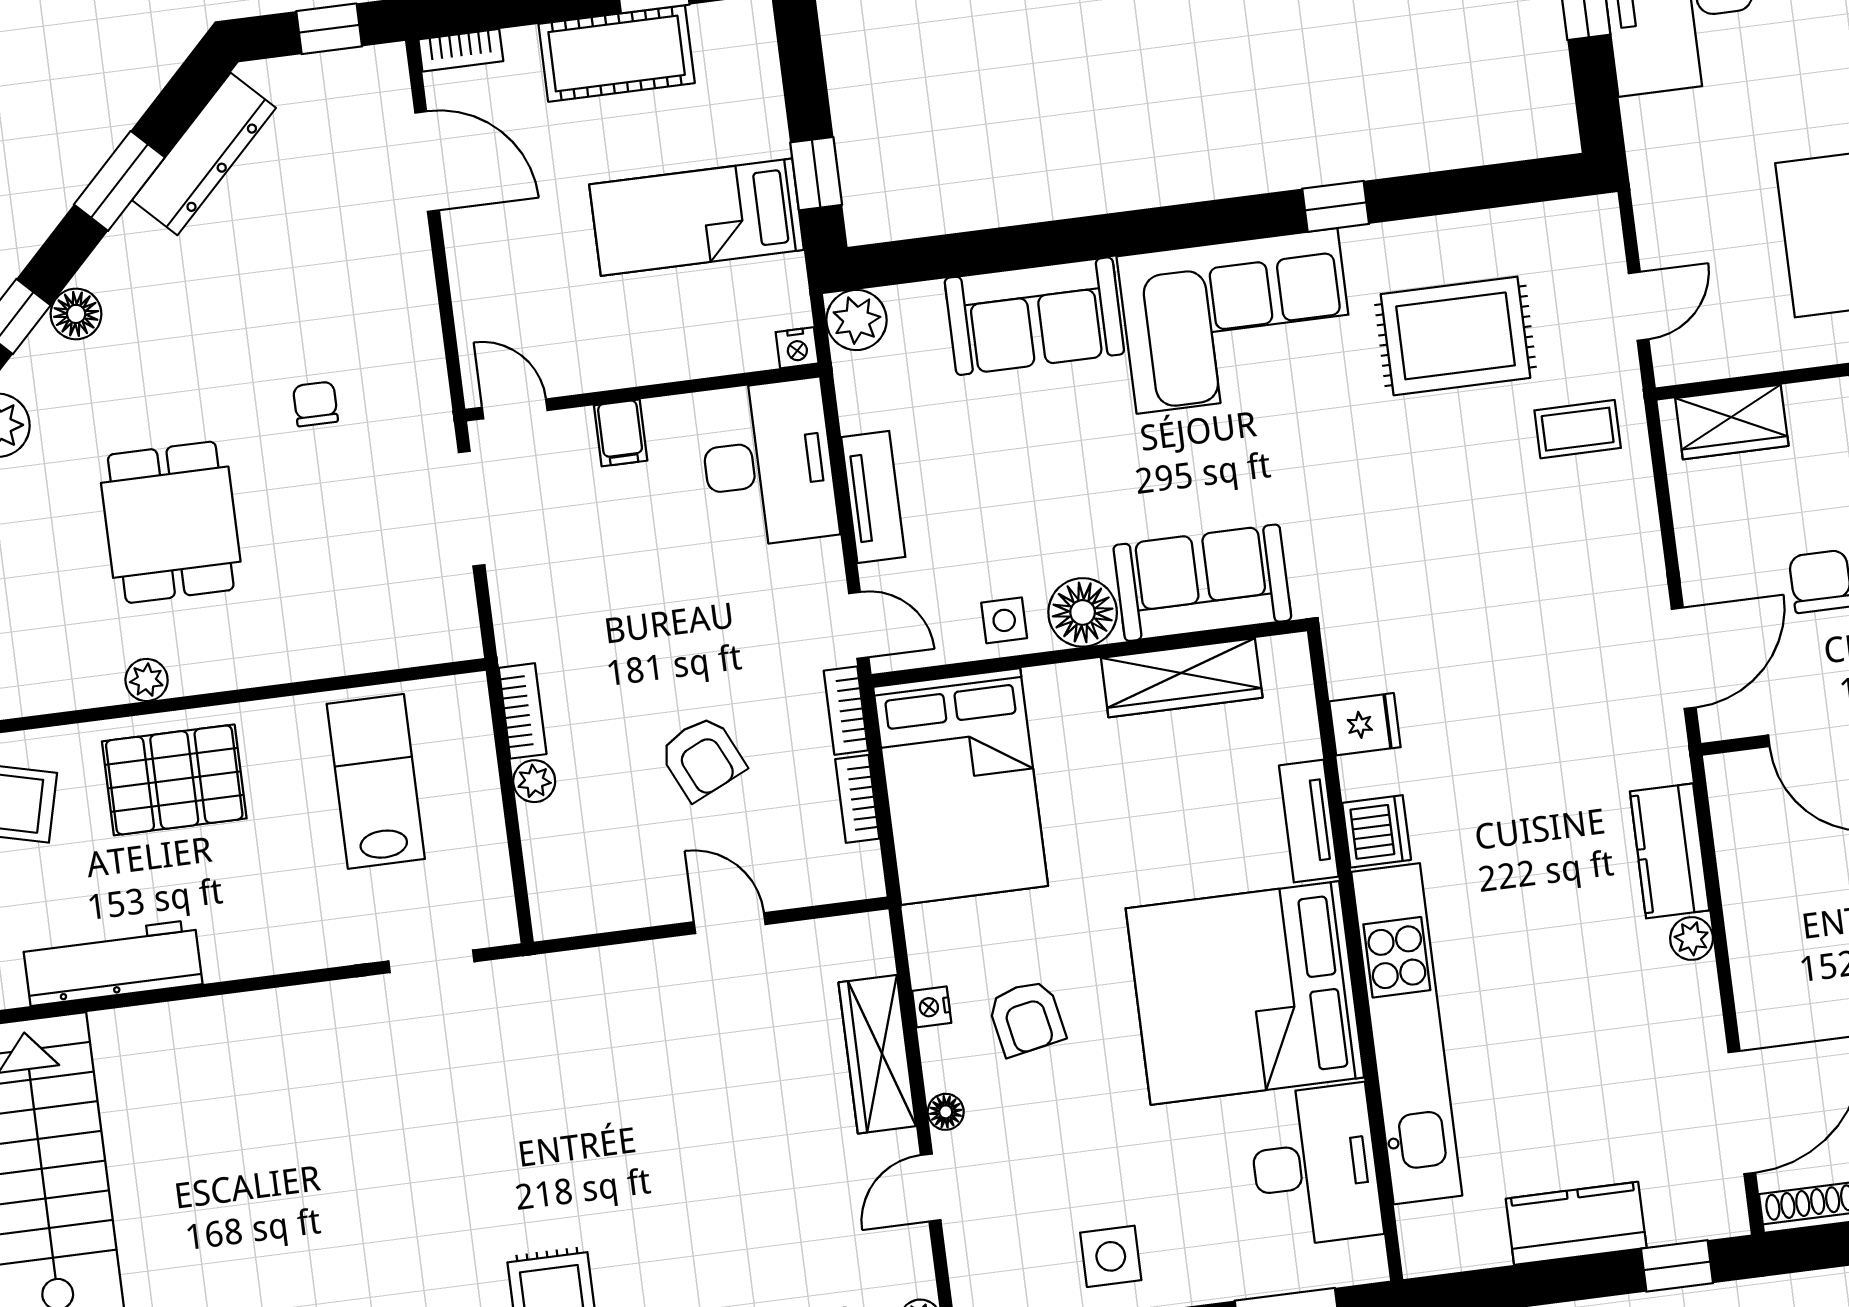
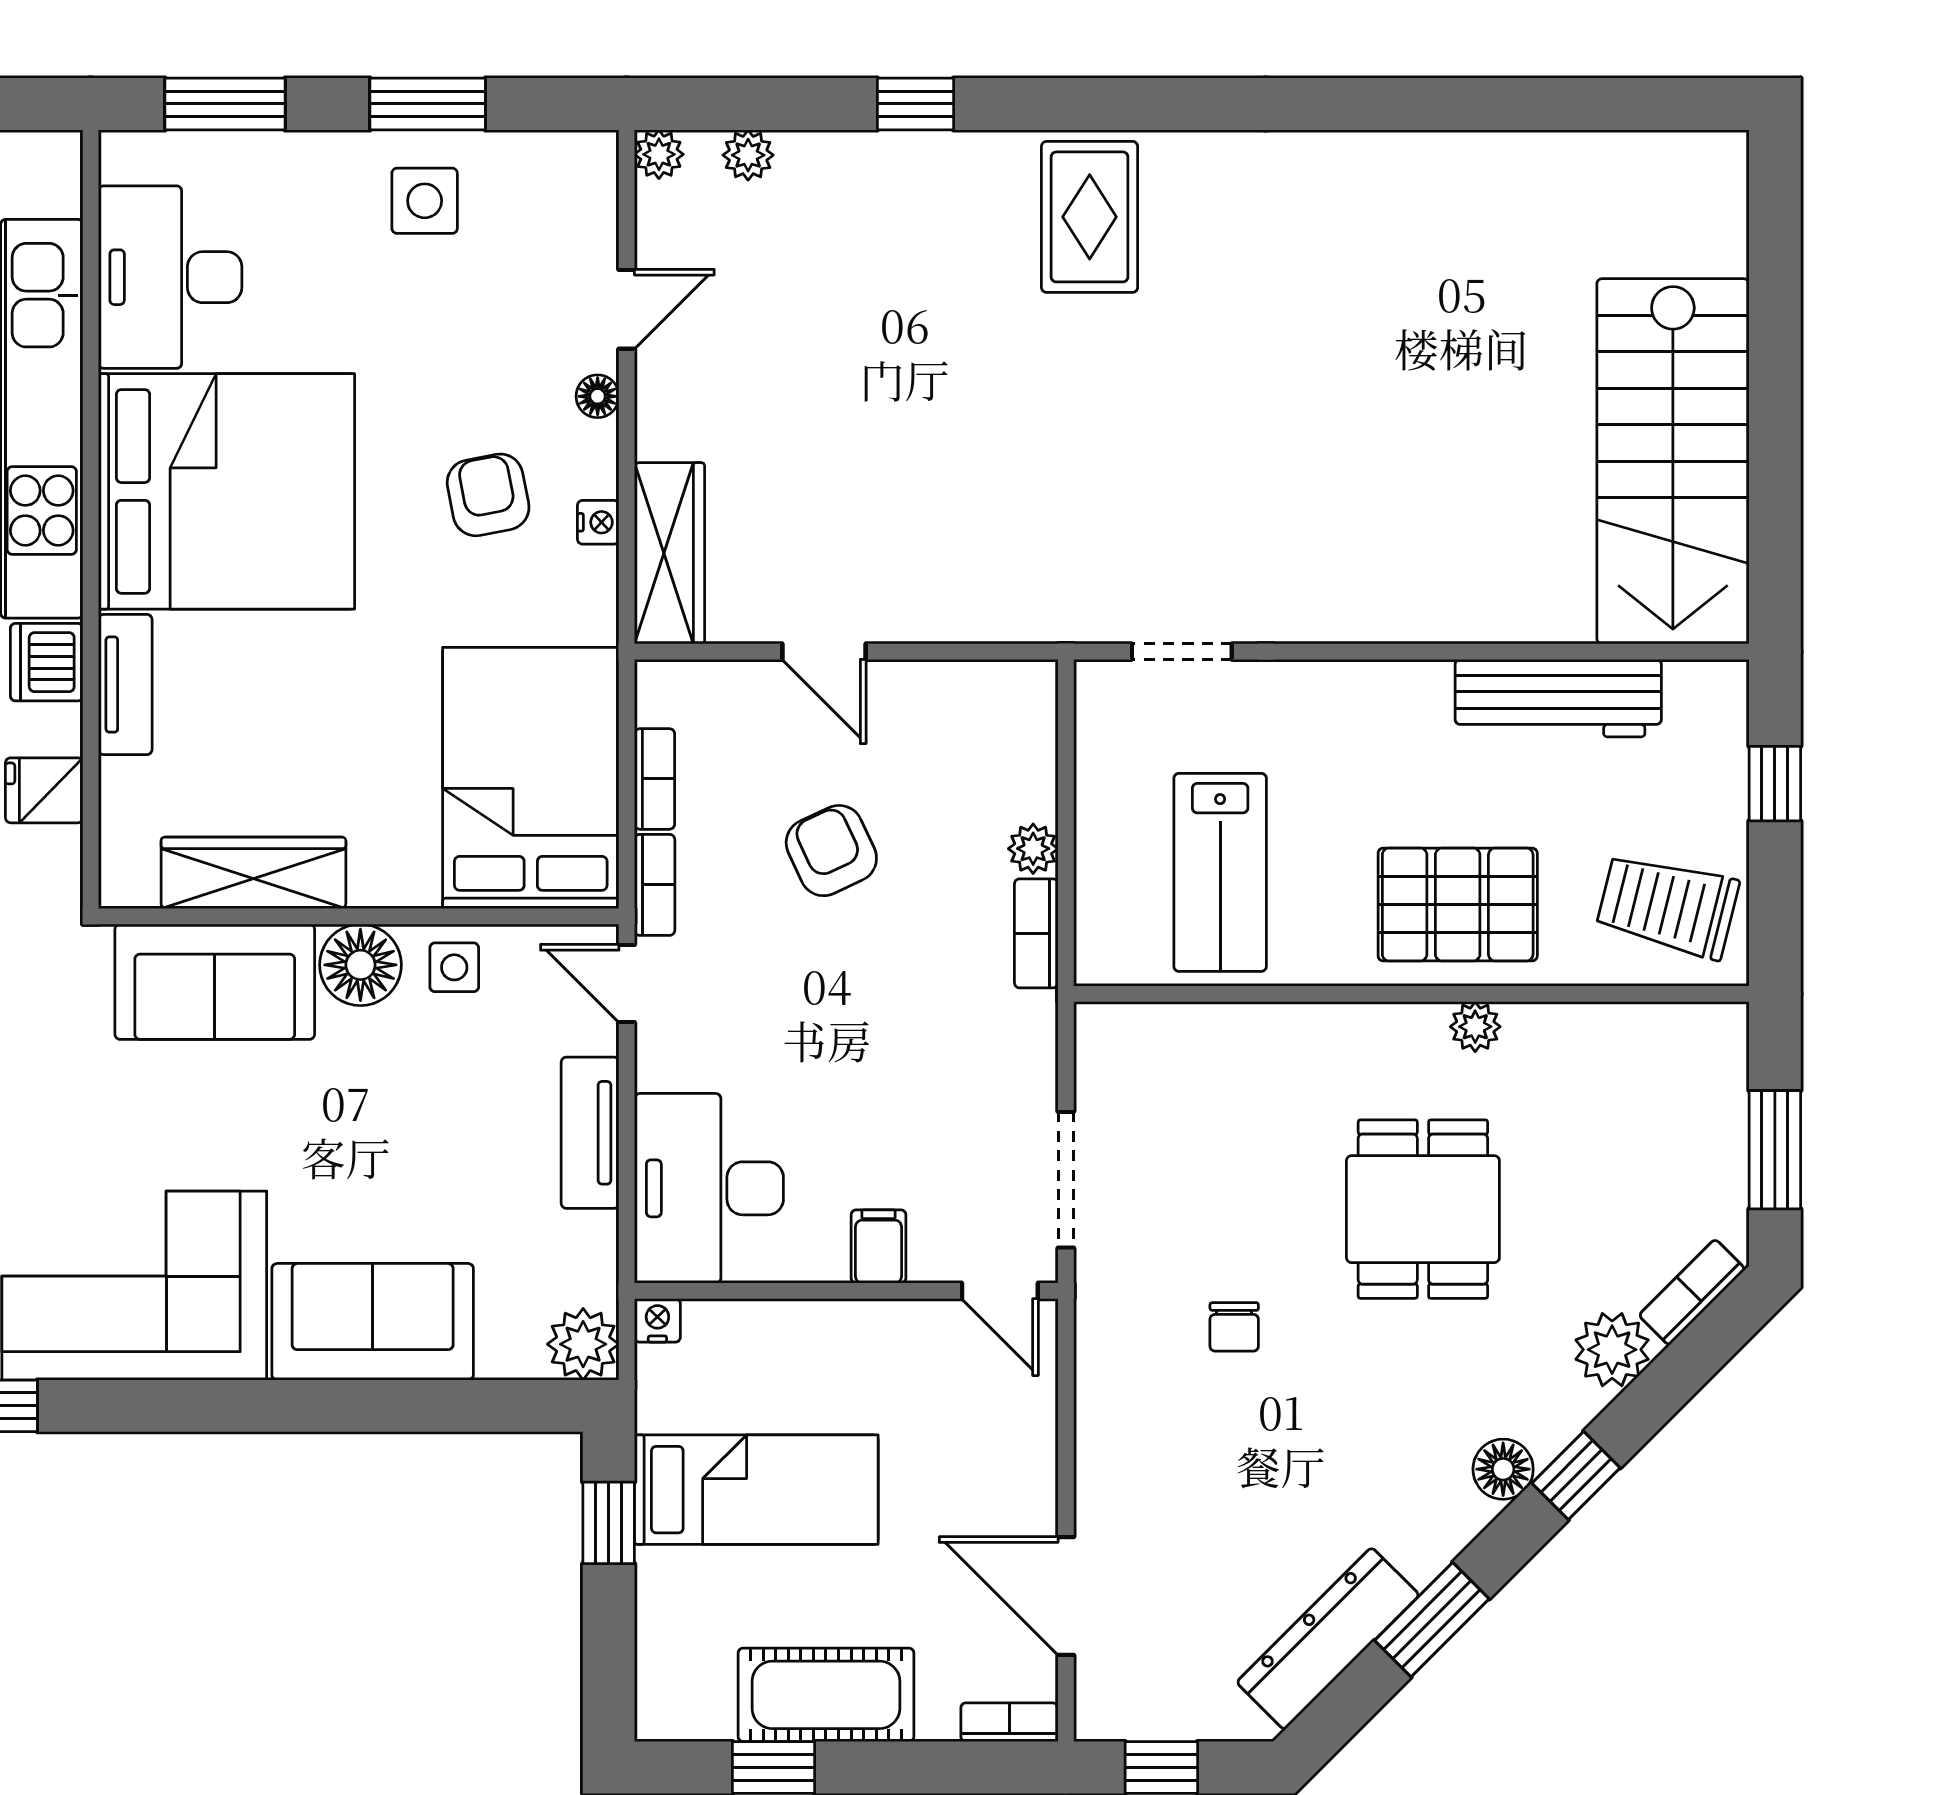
wardrobe: (877, 1054) -> (669, 553), moved

